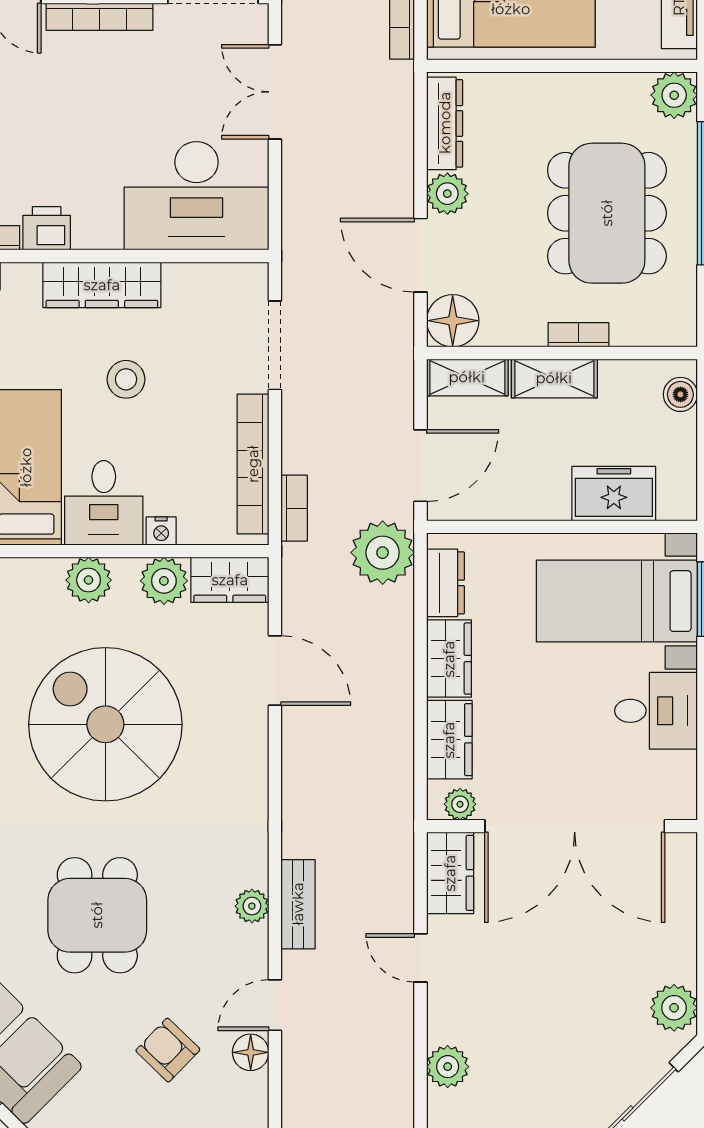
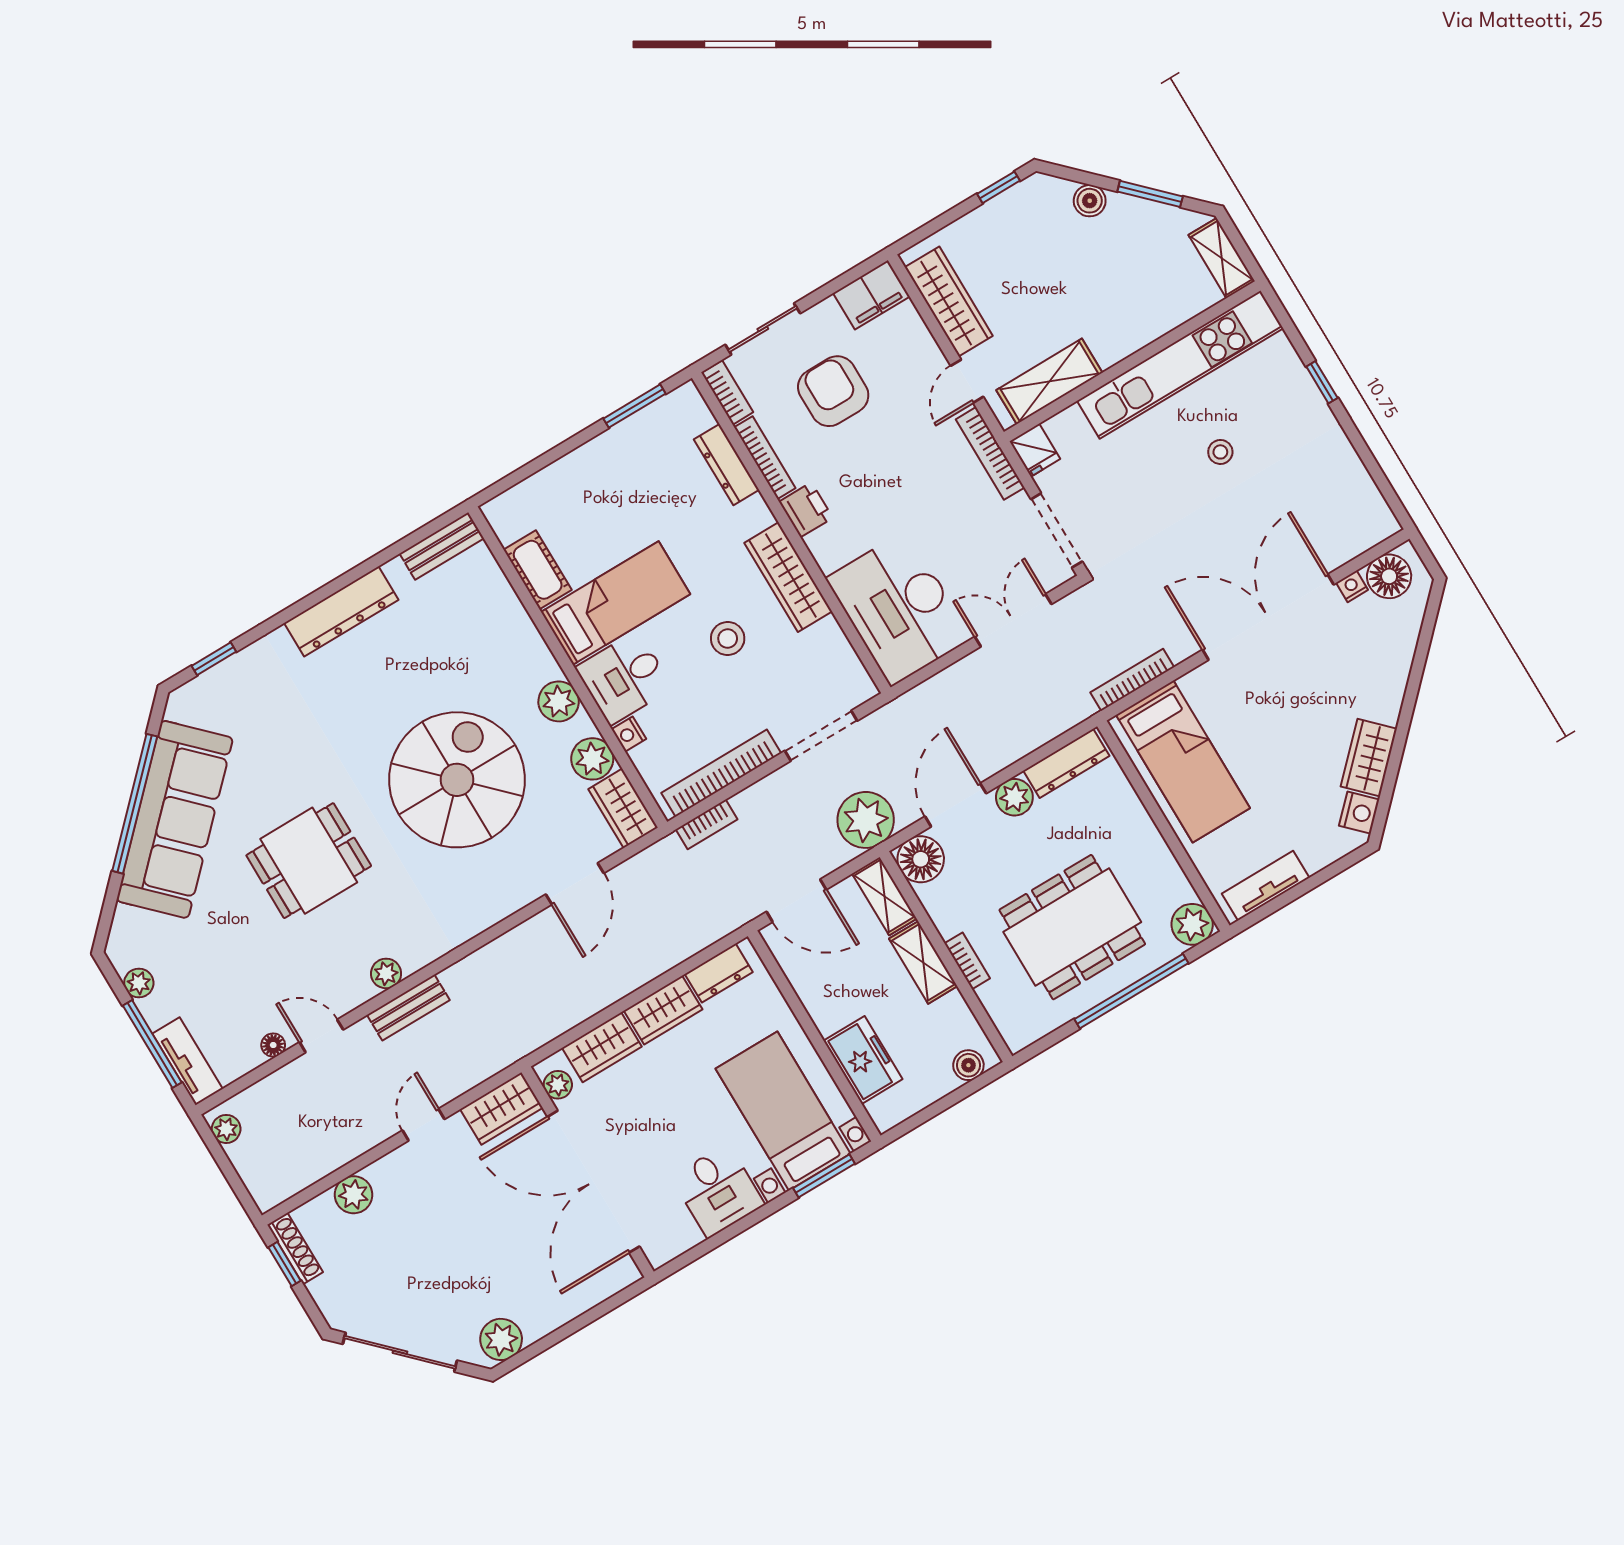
plant: (383, 553) -> (866, 820), moved
armchair: (168, 1050) -> (239, 975), removed
floor lamp: (251, 1052) -> (273, 1045), width x0.73, depth x0.73

